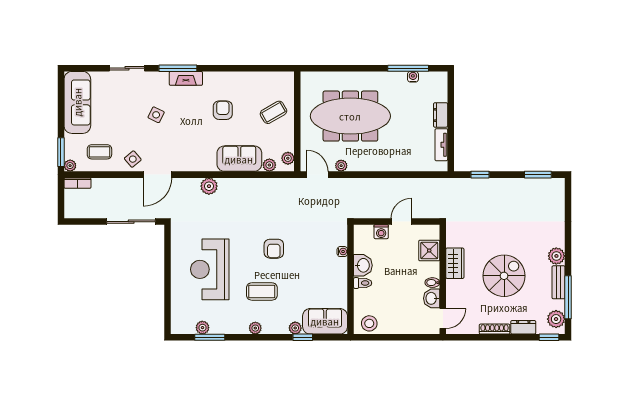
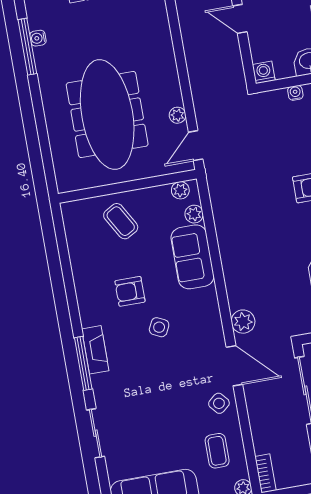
side table: (156, 115) -> (159, 327), moved
plant: (209, 186) -> (243, 322), moved
washing machine: (381, 232) -> (264, 72), moved, turned -90

